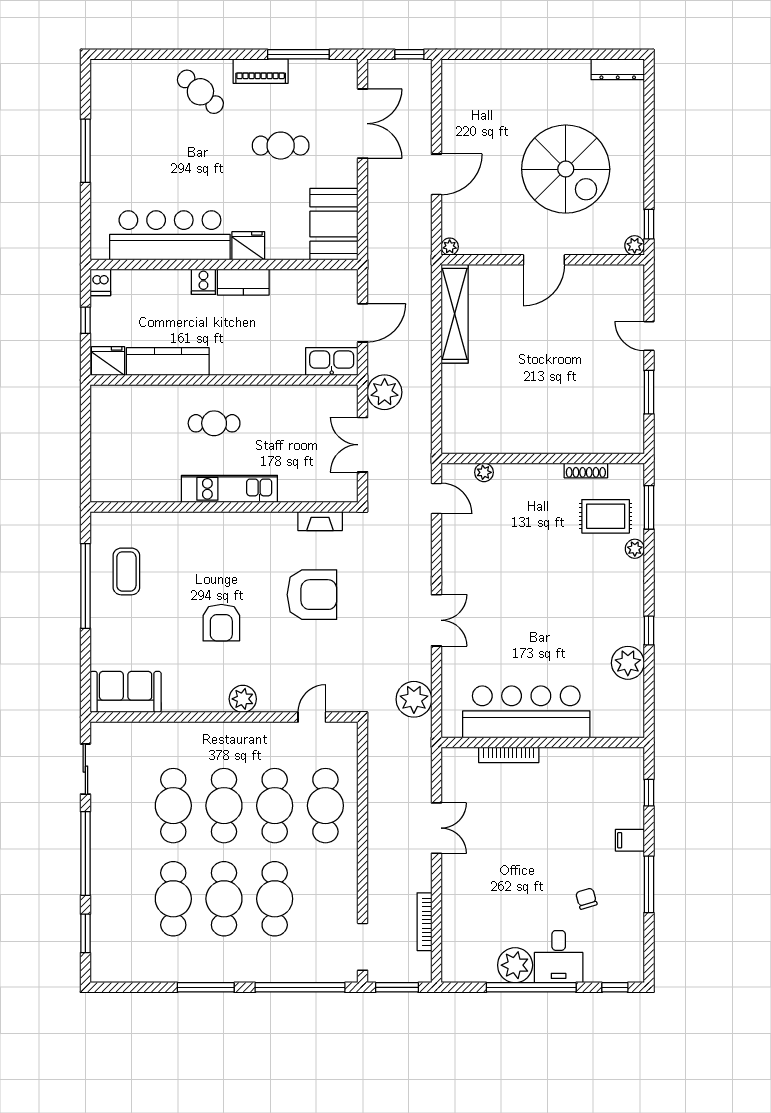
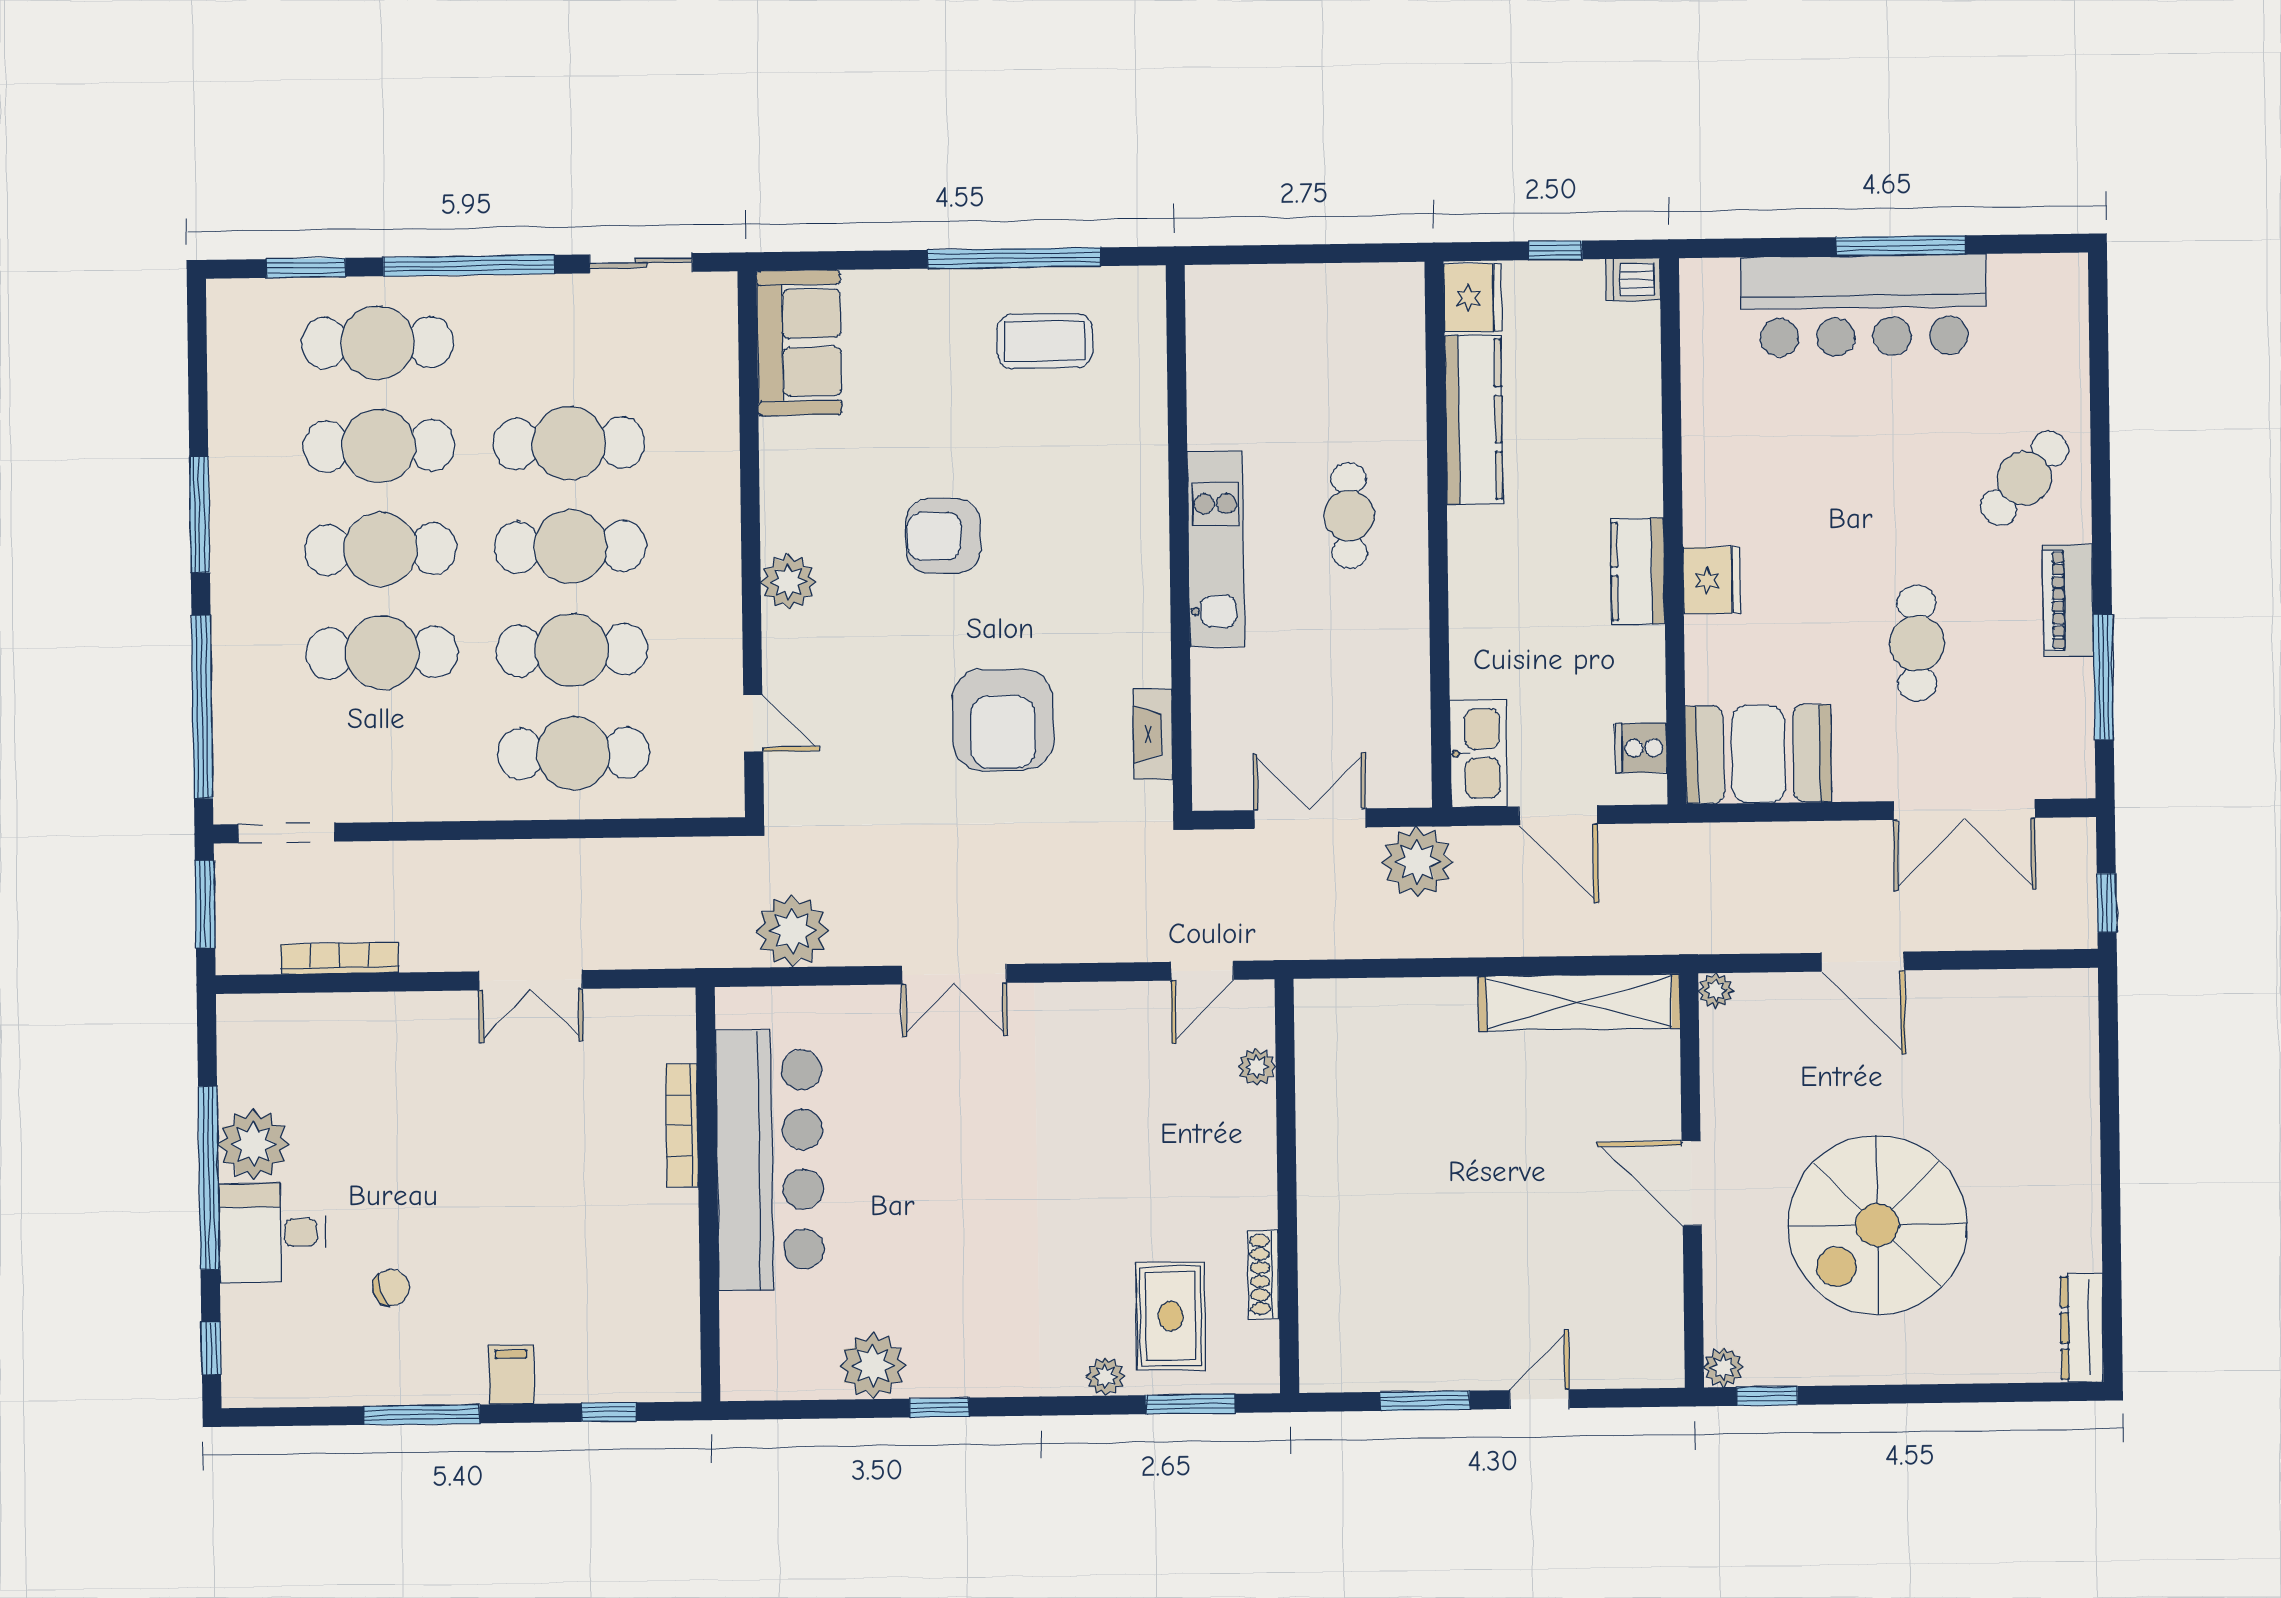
bar counter: (170, 235) -> (1864, 306), moved, turned 90
cooker: (203, 282) -> (1641, 748), moved
cafe table: (123, 899) -> (378, 343), added

